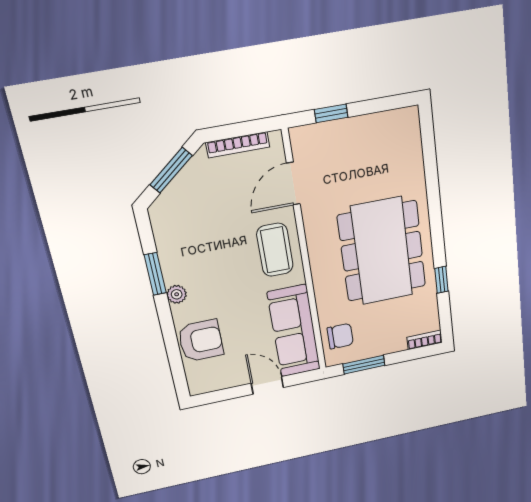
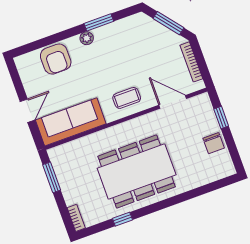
coffee table: (275, 250) -> (127, 98), width x0.73, depth x0.77
chair: (340, 336) -> (214, 143), moved

